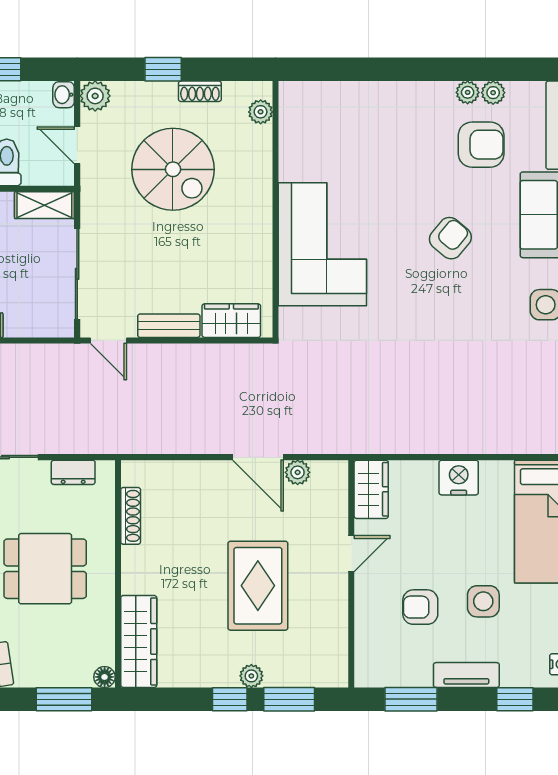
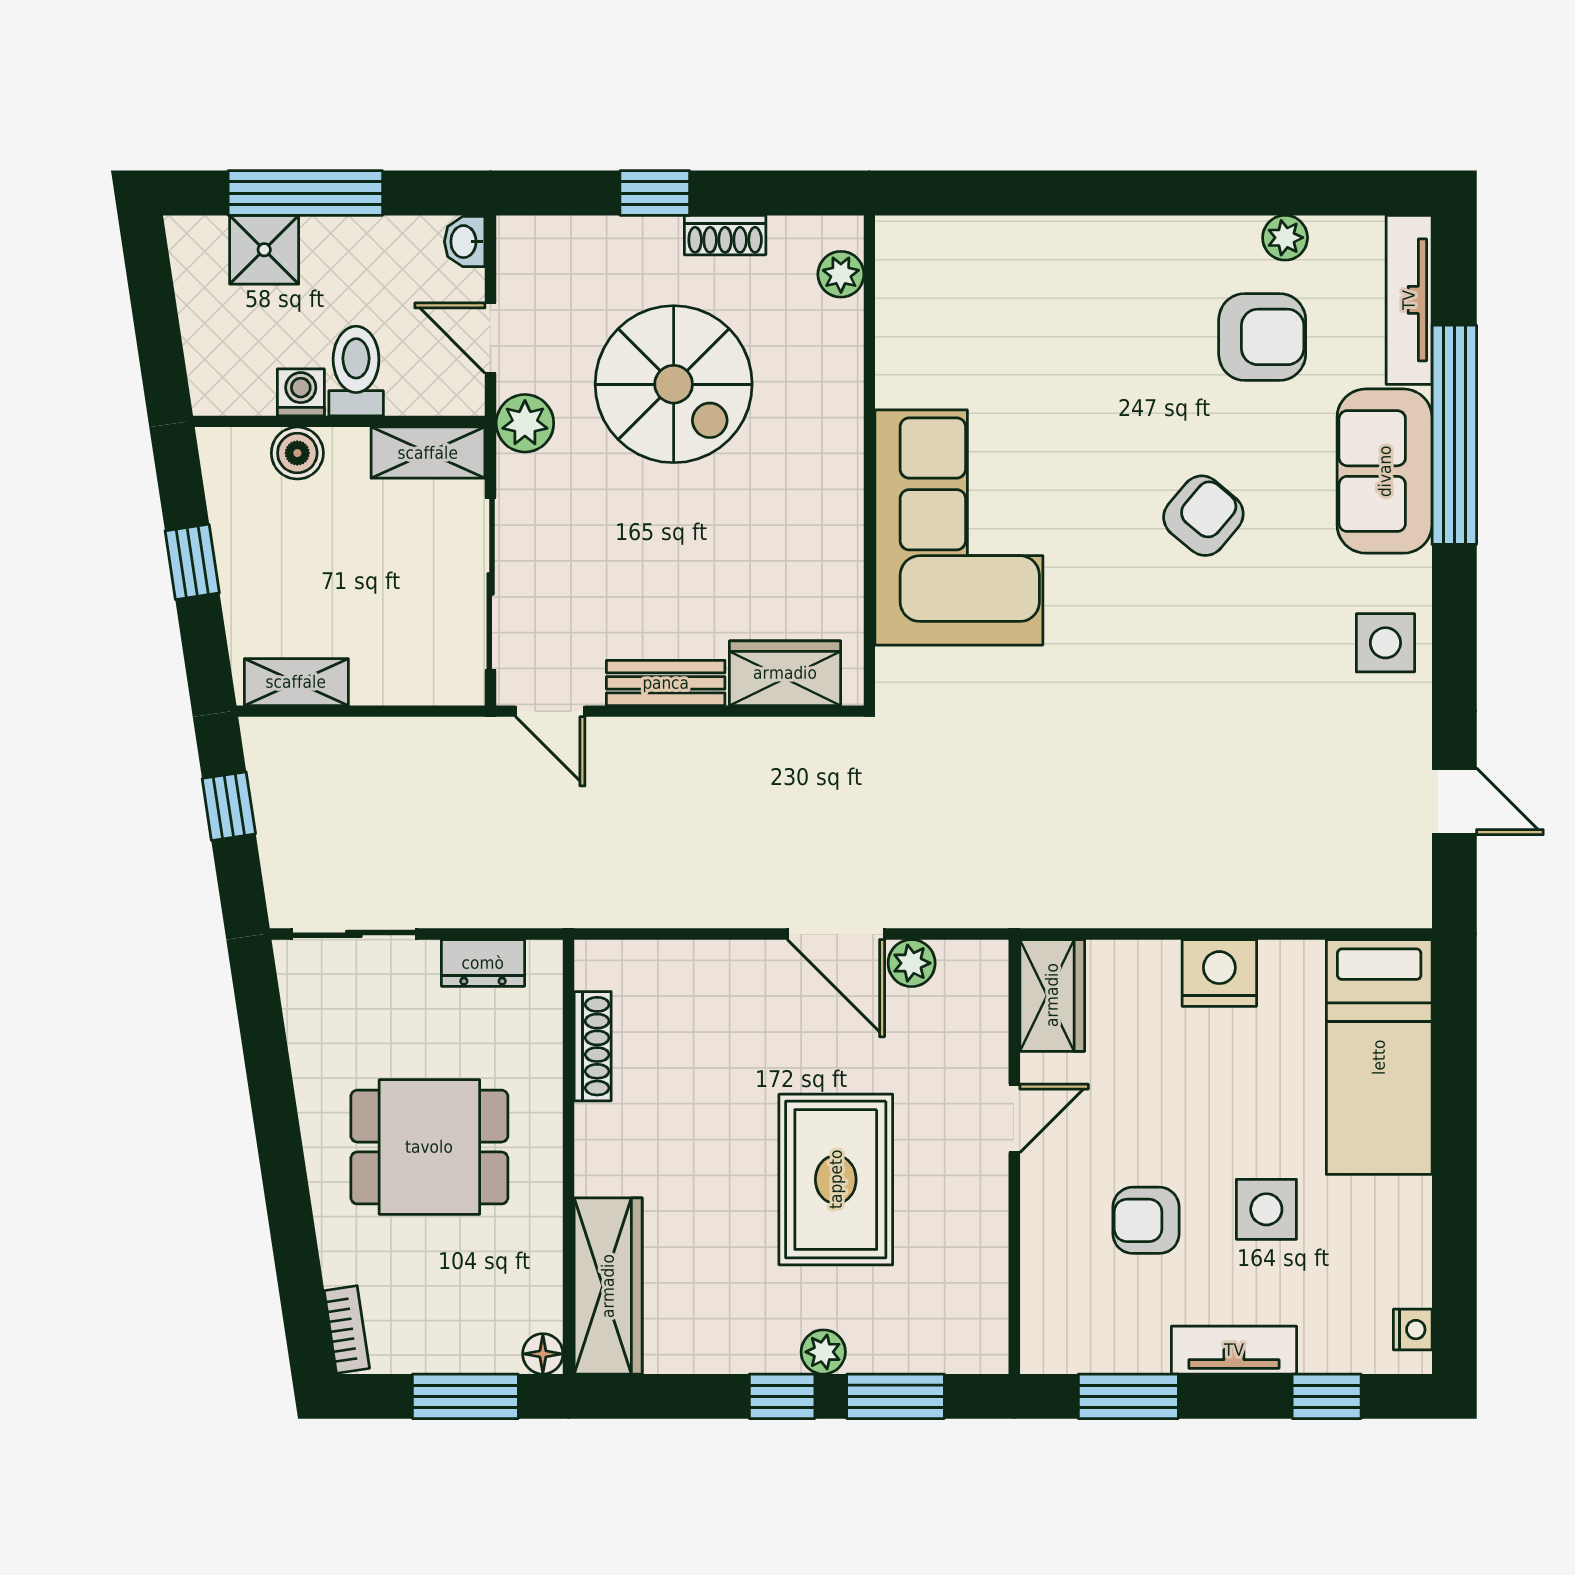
plant: (468, 92) -> (1236, 237), removed
plant: (95, 96) -> (525, 423), moved

